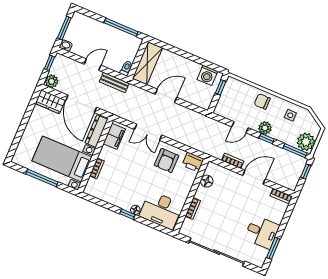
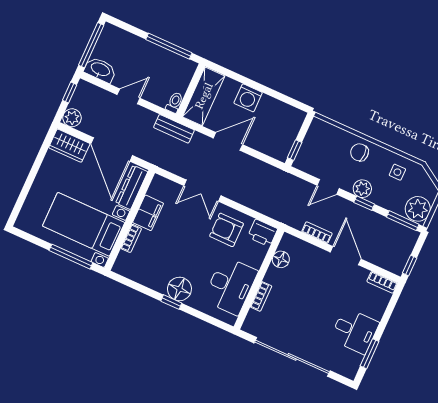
window: (64, 28) -> (91, 45), width x1.44
washbasin: (66, 46) -> (100, 70), width x1.91, depth x1.45
washing machine: (207, 75) -> (248, 98), moved
bench: (114, 82) -> (174, 129), moved
window: (221, 87) -> (295, 150), moved
filing cabinet: (114, 136) -> (148, 213), moved
armchair: (166, 160) -> (226, 230), turned 90
window: (306, 172) -> (410, 265), moved
door: (254, 177) -> (346, 256), hinge flipped
window: (42, 178) -> (71, 257), moved
floor lamp: (135, 210) -> (179, 289), width x1.89, depth x1.89
desk: (161, 210) -> (230, 286), moved, turned -90

